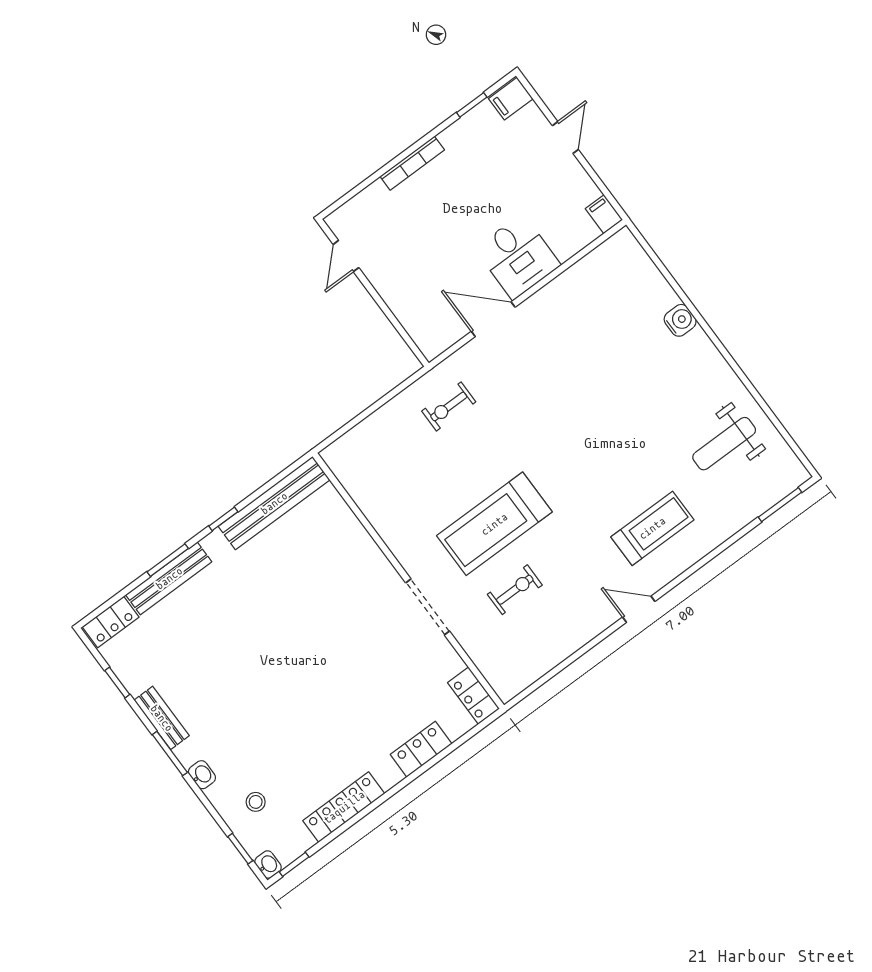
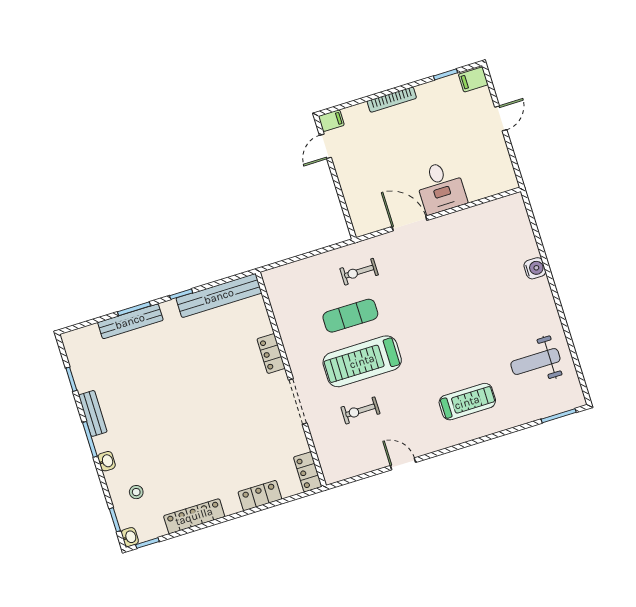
filing cabinet: (604, 214) -> (331, 121), moved, turned 90
exercise mat: (458, 469) -> (350, 316), added
exercise bike: (515, 590) -> (360, 410), turned 180
door: (639, 609) -> (403, 464), moved
locker: (111, 622) -> (271, 354), moved, turned 90

